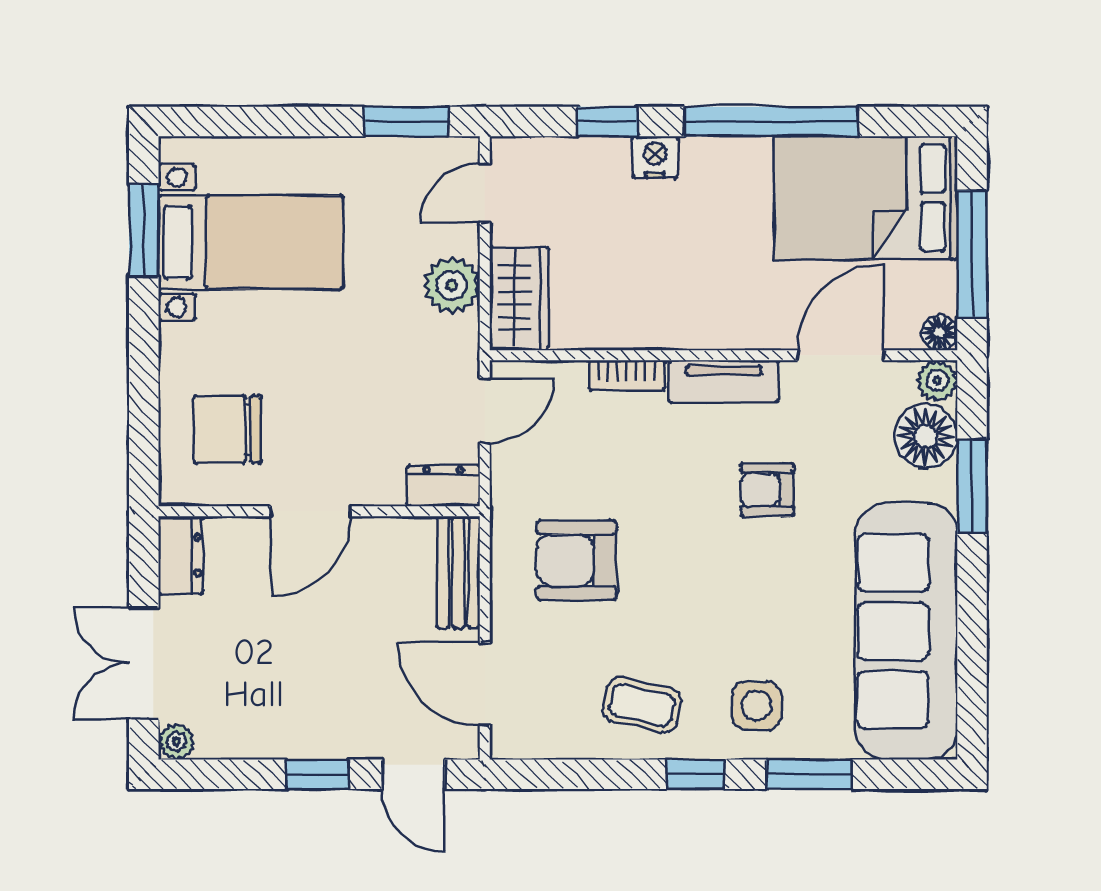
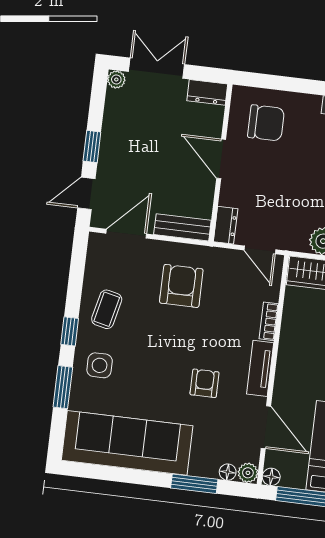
chair: (228, 429) -> (266, 123), turned 90
floor lamp: (926, 436) -> (228, 472), width x0.53, depth x0.53

